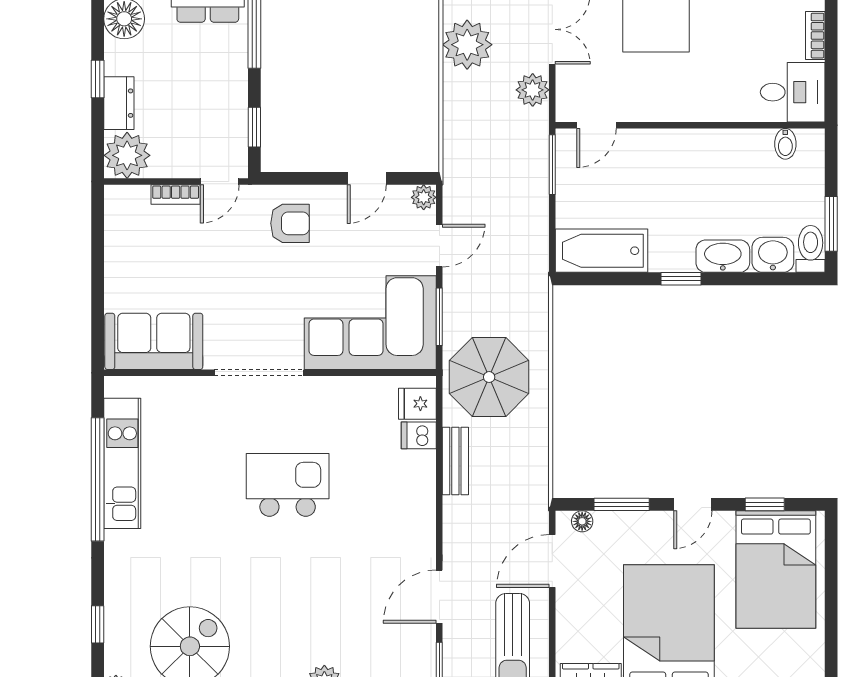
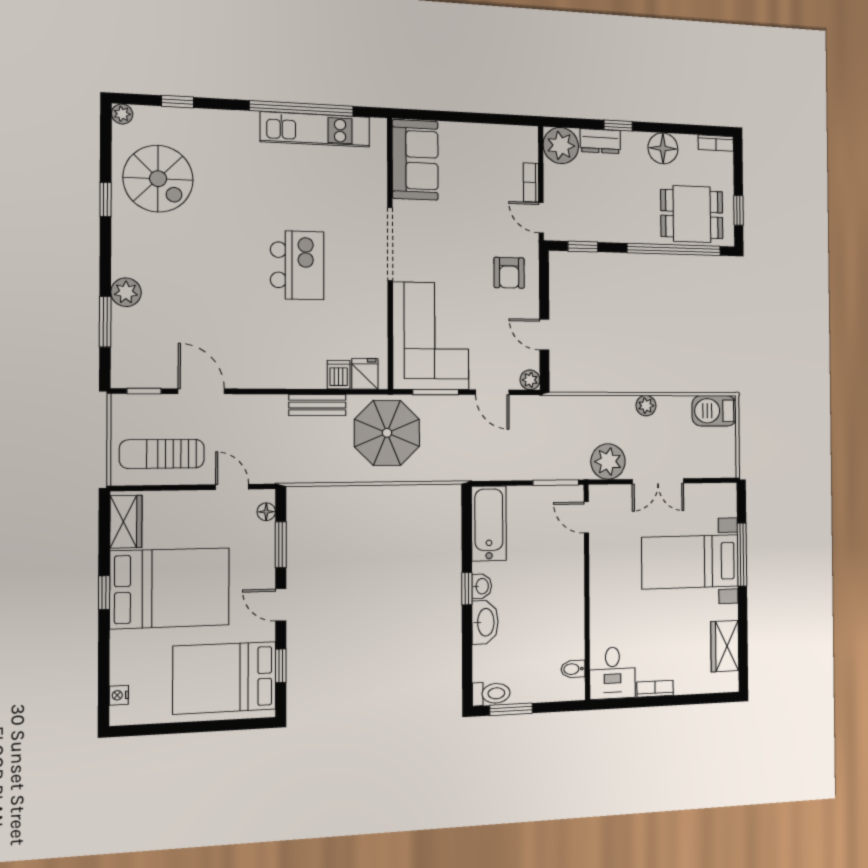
plant: (467, 45) -> (646, 406), width x0.53, depth x0.53
plant: (533, 90) -> (608, 462), width x1.36, depth x1.36
washbasin: (773, 255) -> (482, 586), moved, width x0.72, depth x0.69
door: (552, 561) -> (232, 487), width x0.73

